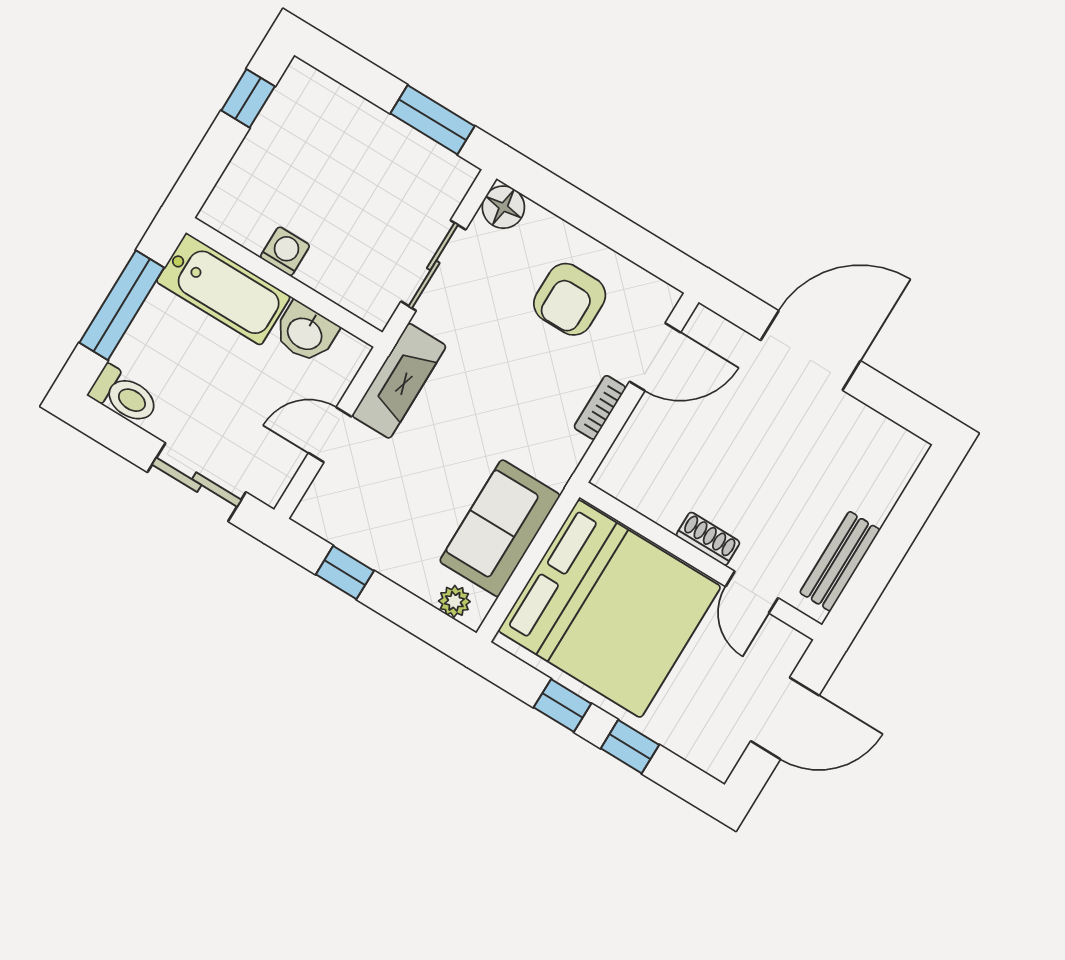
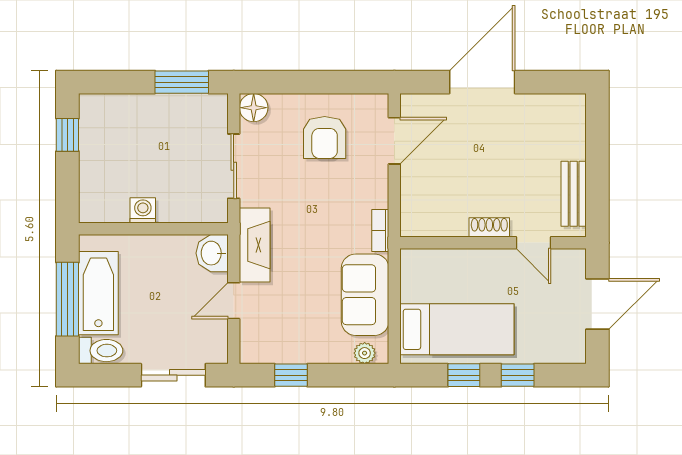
bathtub: (223, 289) -> (98, 293), moved, turned -90
washbasin: (305, 333) -> (212, 253), moved, turned 90
bookcase: (600, 407) -> (380, 230), moved
bed: (609, 609) -> (457, 329), width x0.49

